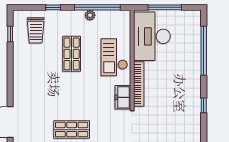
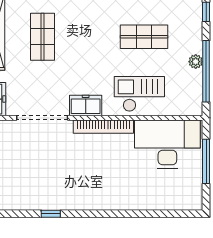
window: (204, 51) -> (148, 214), removed
window: (204, 105) -> (51, 214), moved

